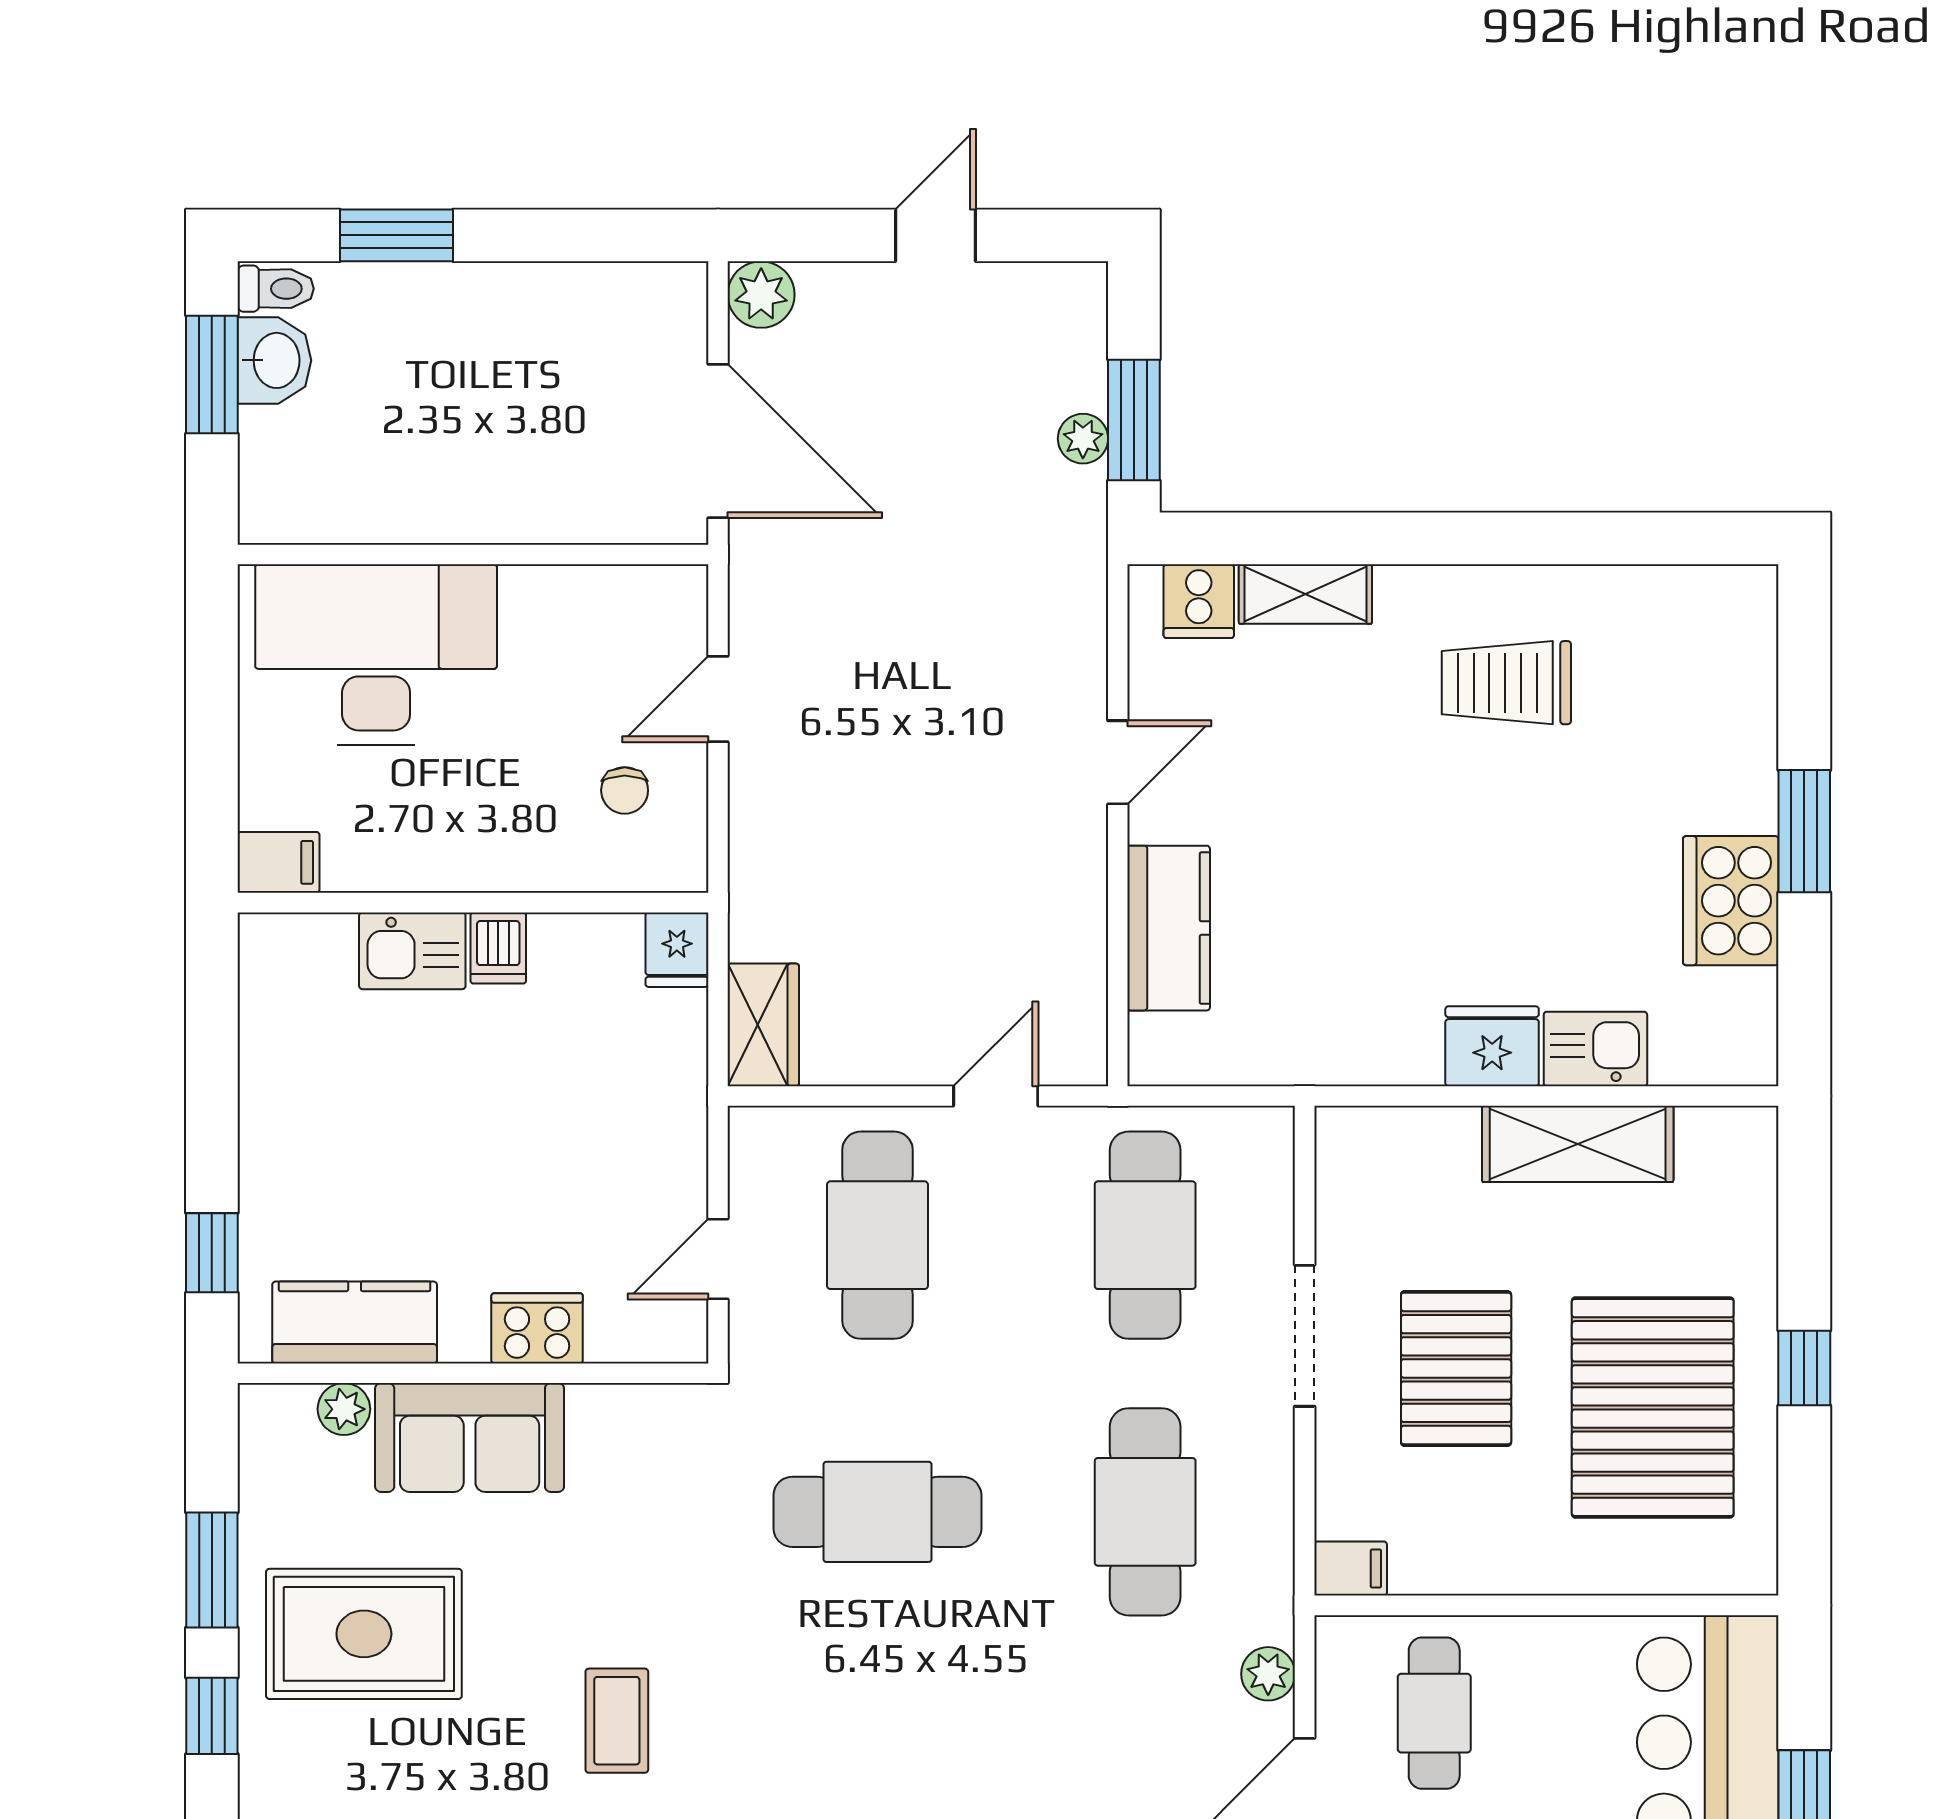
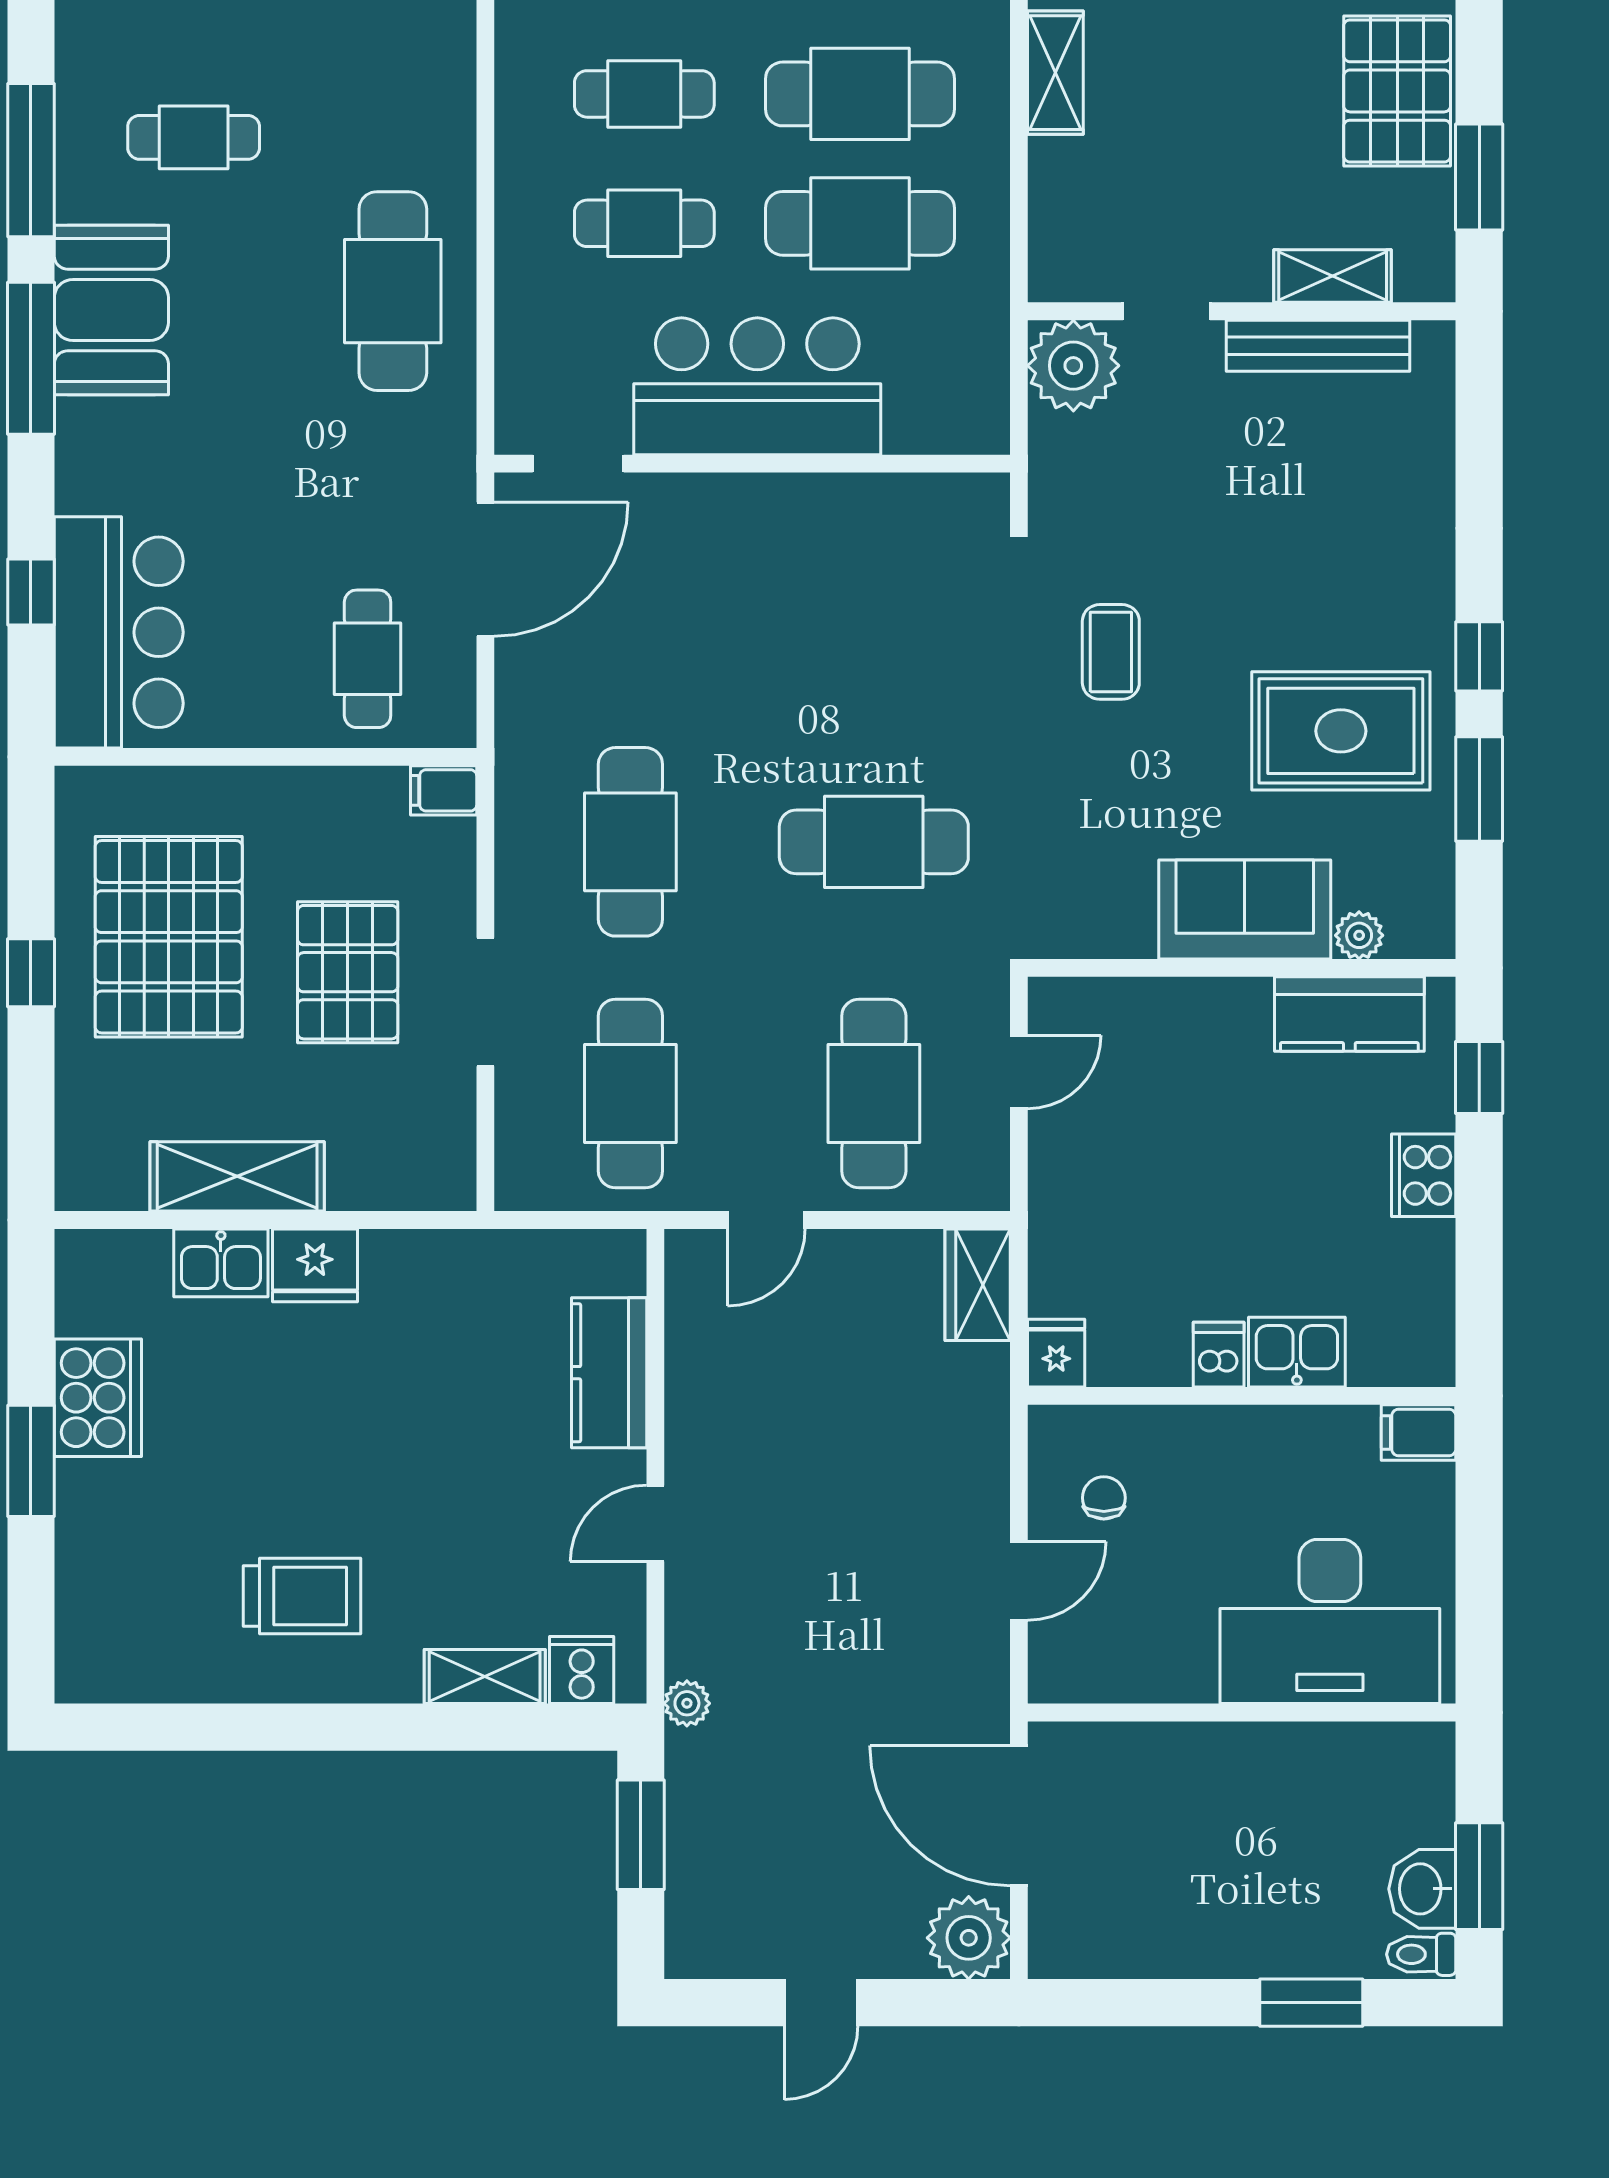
plant: (761, 295) -> (969, 1938), width x1.36, depth x1.36
plant: (1083, 439) -> (687, 1703), moved
cooker: (537, 1328) -> (1424, 1175), moved, turned 90
plant: (1268, 1674) -> (519, 695), removed

